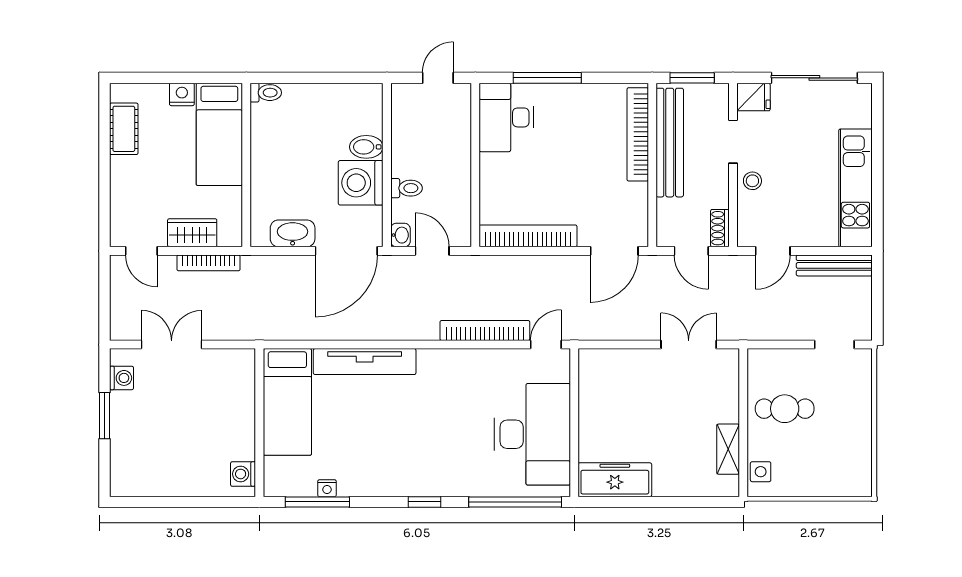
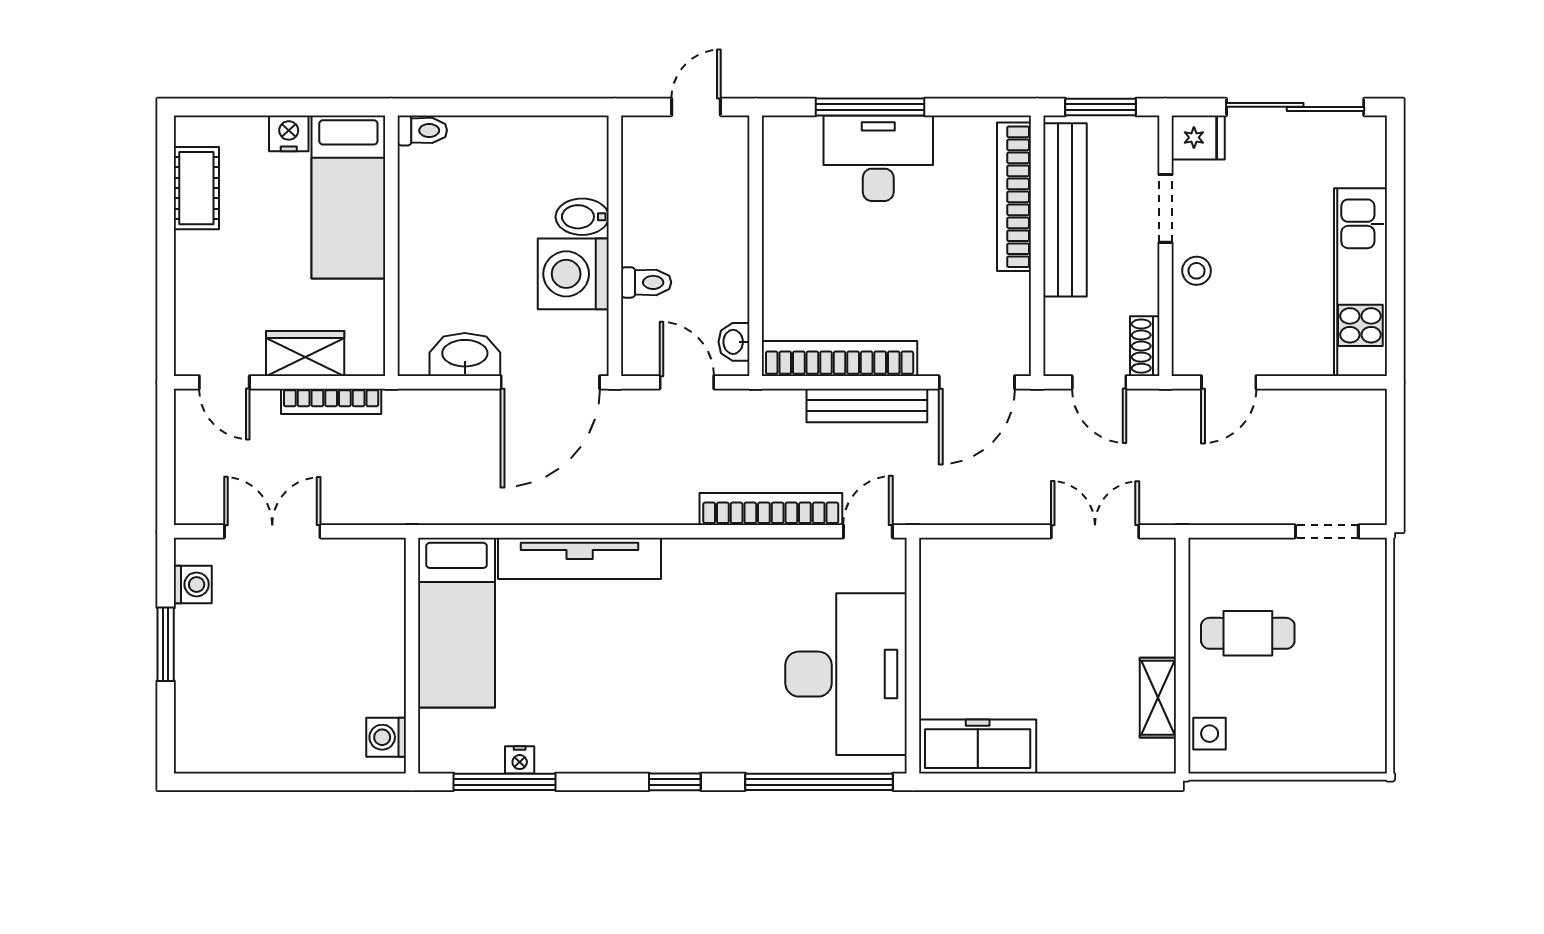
desk: (506, 117) -> (878, 158), moved, turned 90
washbasin: (400, 235) -> (734, 342), moved, turned 180
bench: (834, 265) -> (867, 405), moved

